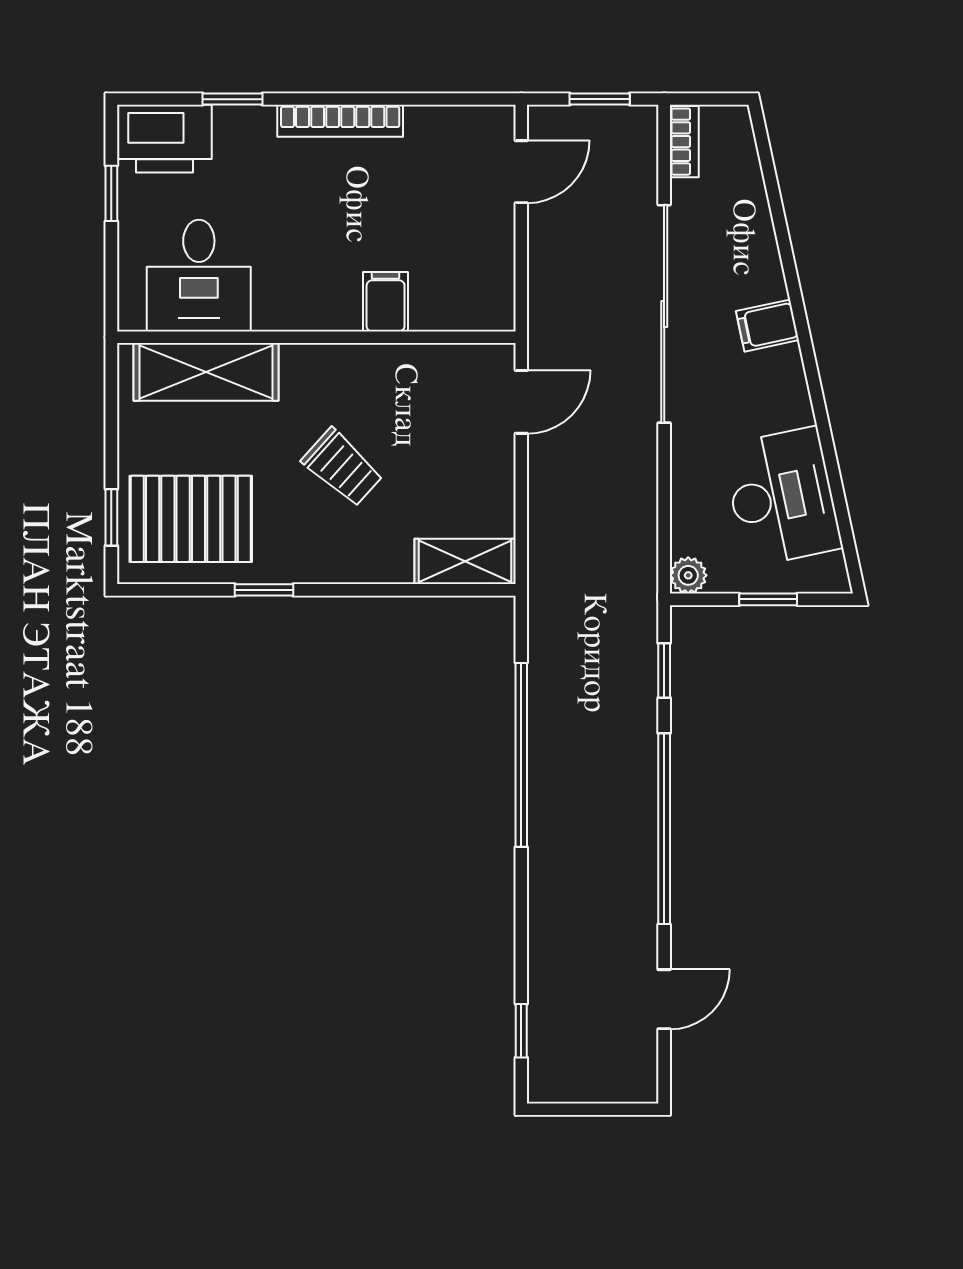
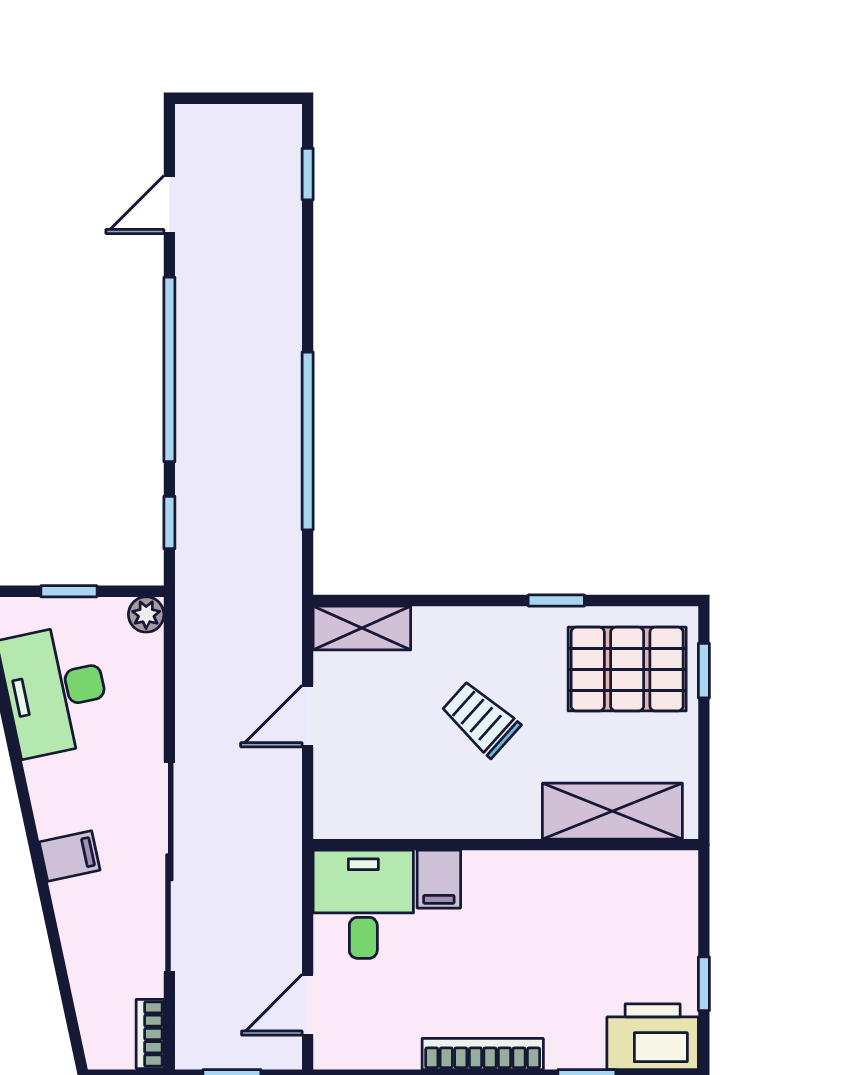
desk: (199, 276) -> (363, 904), moved
door: (521, 402) -> (308, 716), moved

